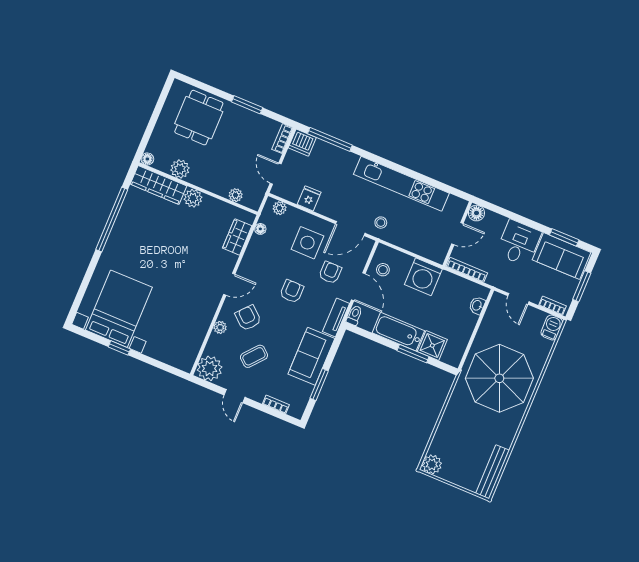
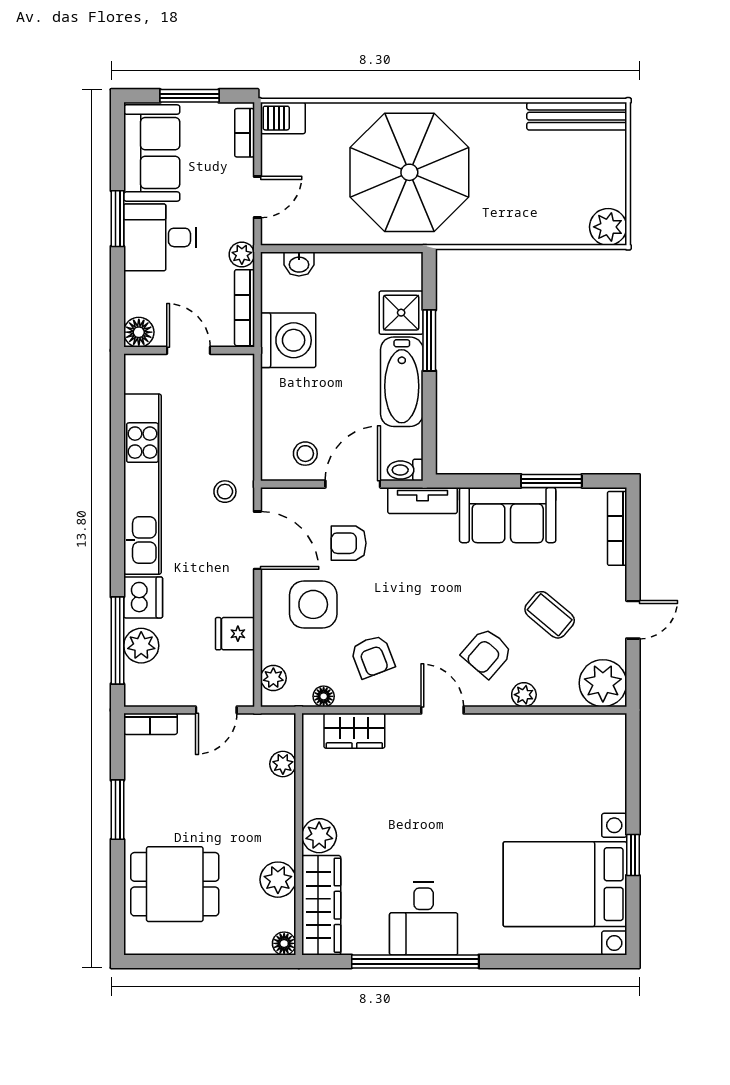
dishwasher: (302, 143) -> (143, 597), moved
plant: (323, 150) -> (141, 646), added
desk: (131, 232) -> (424, 918), added
window: (564, 237) -> (117, 219), moved
washing machine: (423, 277) -> (288, 340), moved
plant: (493, 279) -> (242, 254), added
armchair: (292, 291) -> (372, 656), moved, turned -111
bookcase: (276, 404) -> (617, 528), width x1.56

